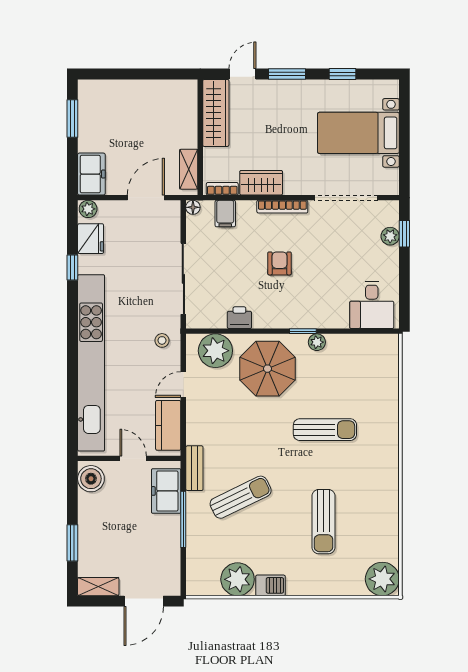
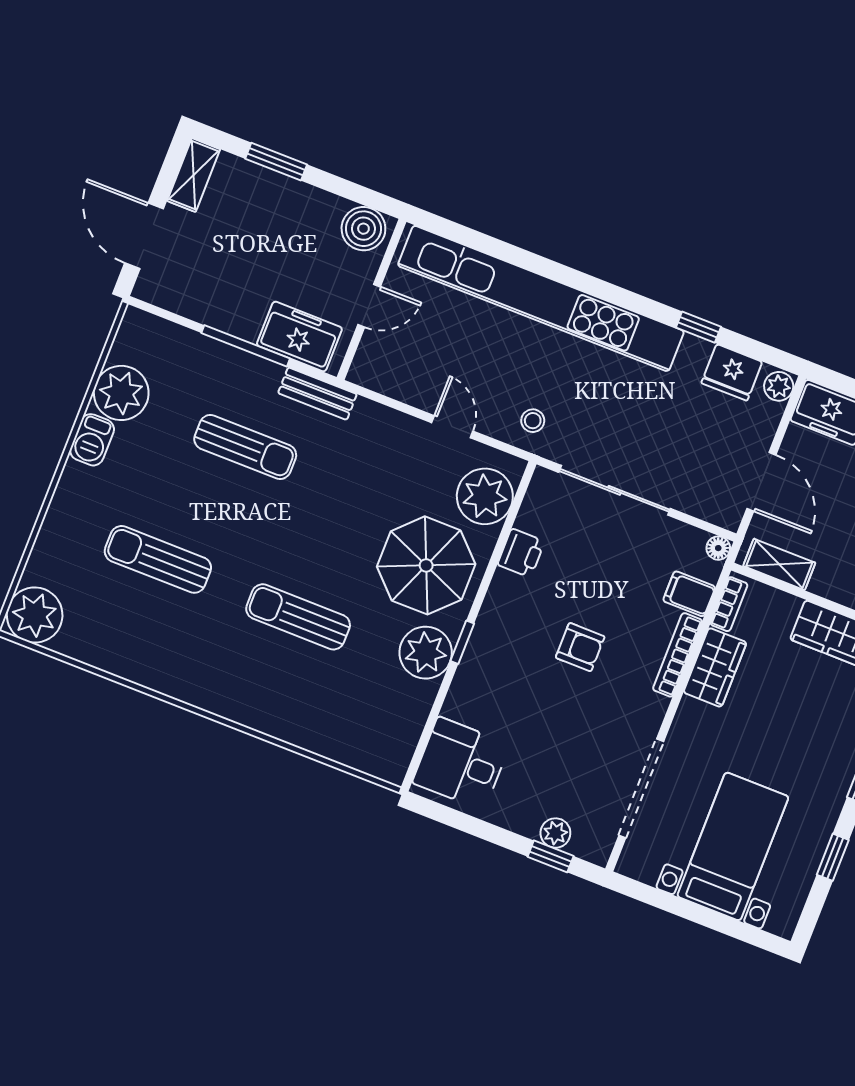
bookcase: (282, 207) -> (677, 655), moved
plant: (317, 342) -> (426, 653), width x1.88, depth x1.88
kitchen counter: (168, 425) -> (399, 379), removed
sun lounger: (325, 430) -> (298, 617), turned 90
sun lounger: (241, 497) -> (245, 447), turned -64

